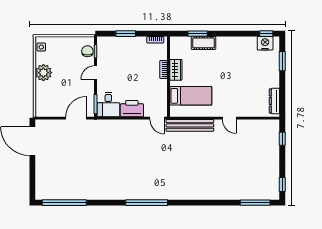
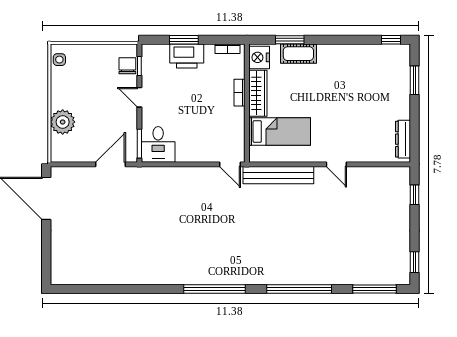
nightstand: (265, 43) -> (259, 57), moved, turned -90
wardrobe: (176, 70) -> (258, 93), width x1.50
plant: (43, 73) -> (63, 122), moved
door: (96, 73) -> (139, 97), hinge flipped
printer: (132, 109) -> (187, 56), moved, turned 180
window: (64, 203) -> (299, 289), moved

